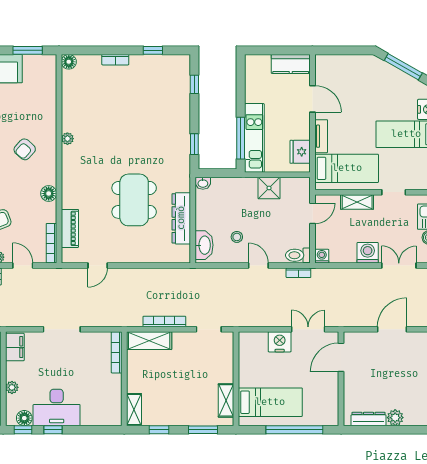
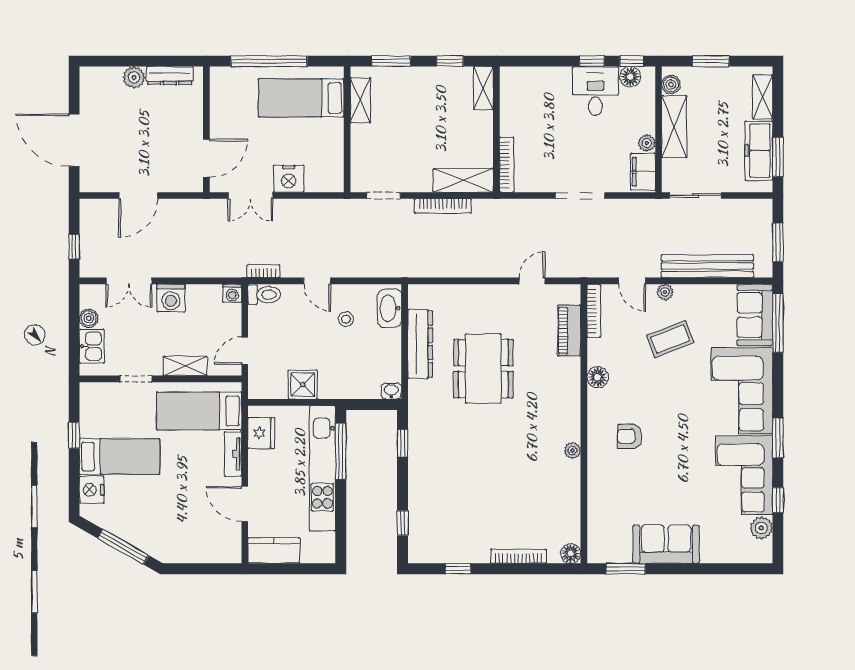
bookcase: (115, 60) -> (518, 556), width x1.56
kitchen unit: (254, 138) -> (322, 468), width x1.36
armchair: (25, 149) -> (630, 436), turned -132
plant: (12, 387) -> (647, 143), moved
desk: (57, 407) -> (595, 91), width x0.73

